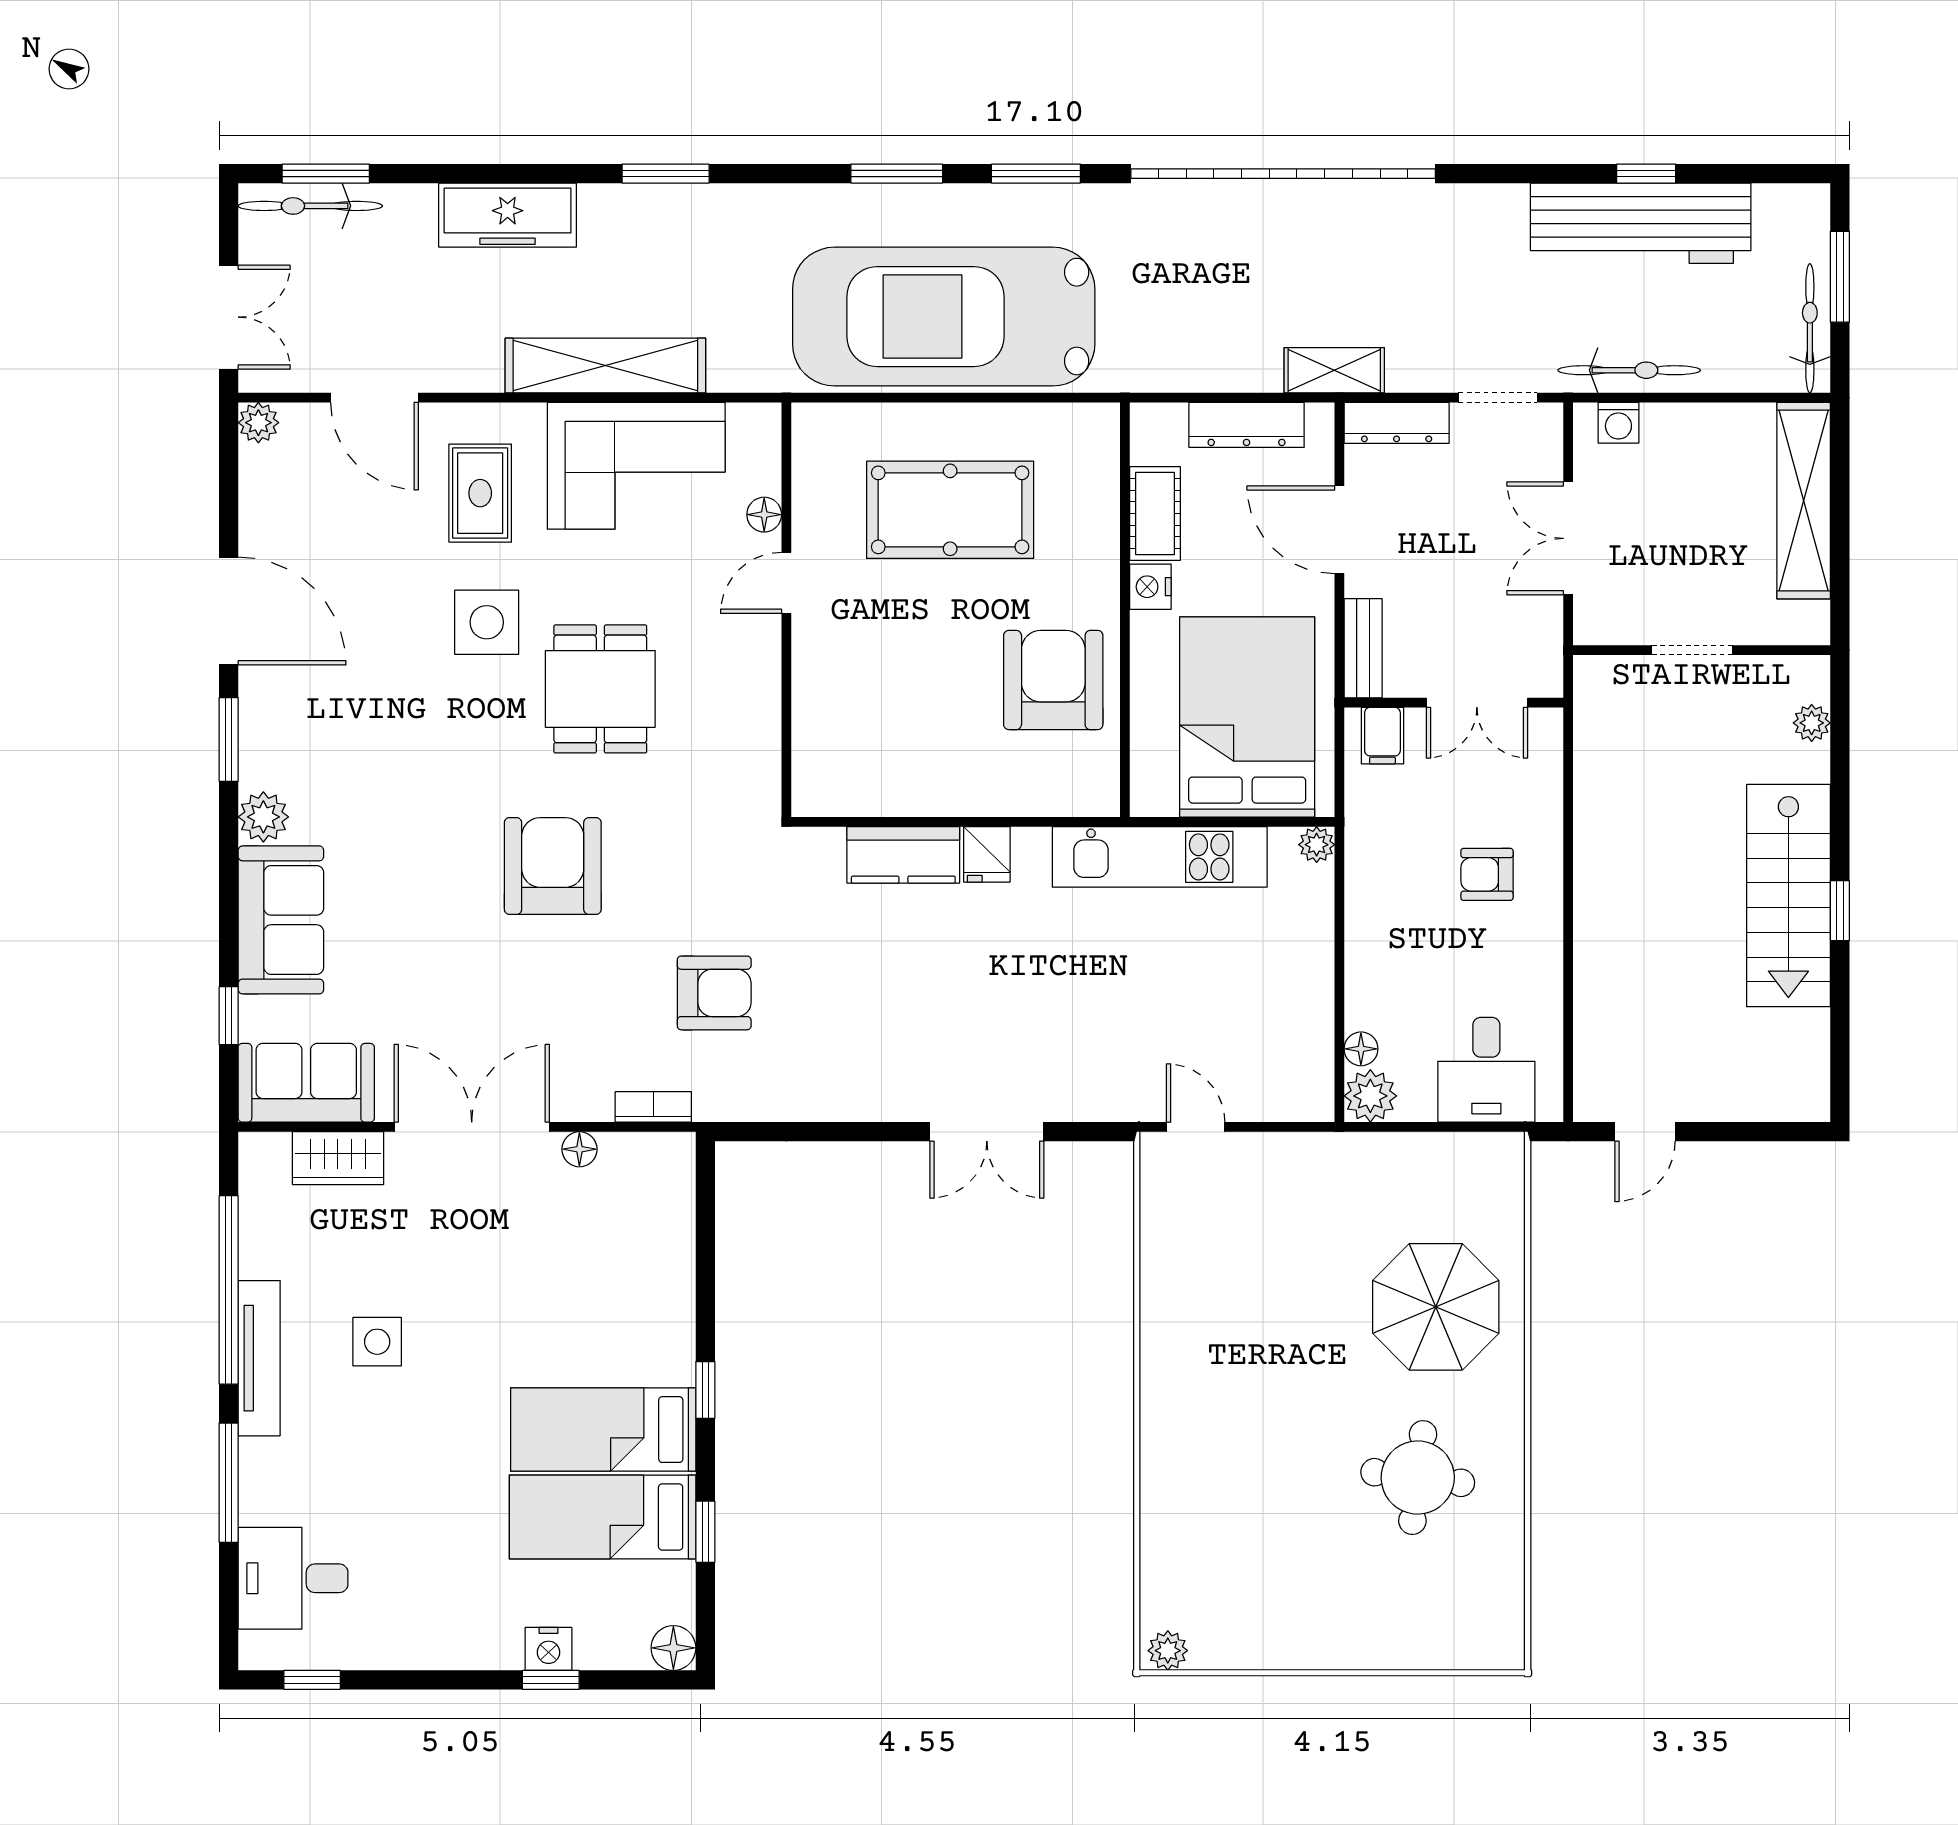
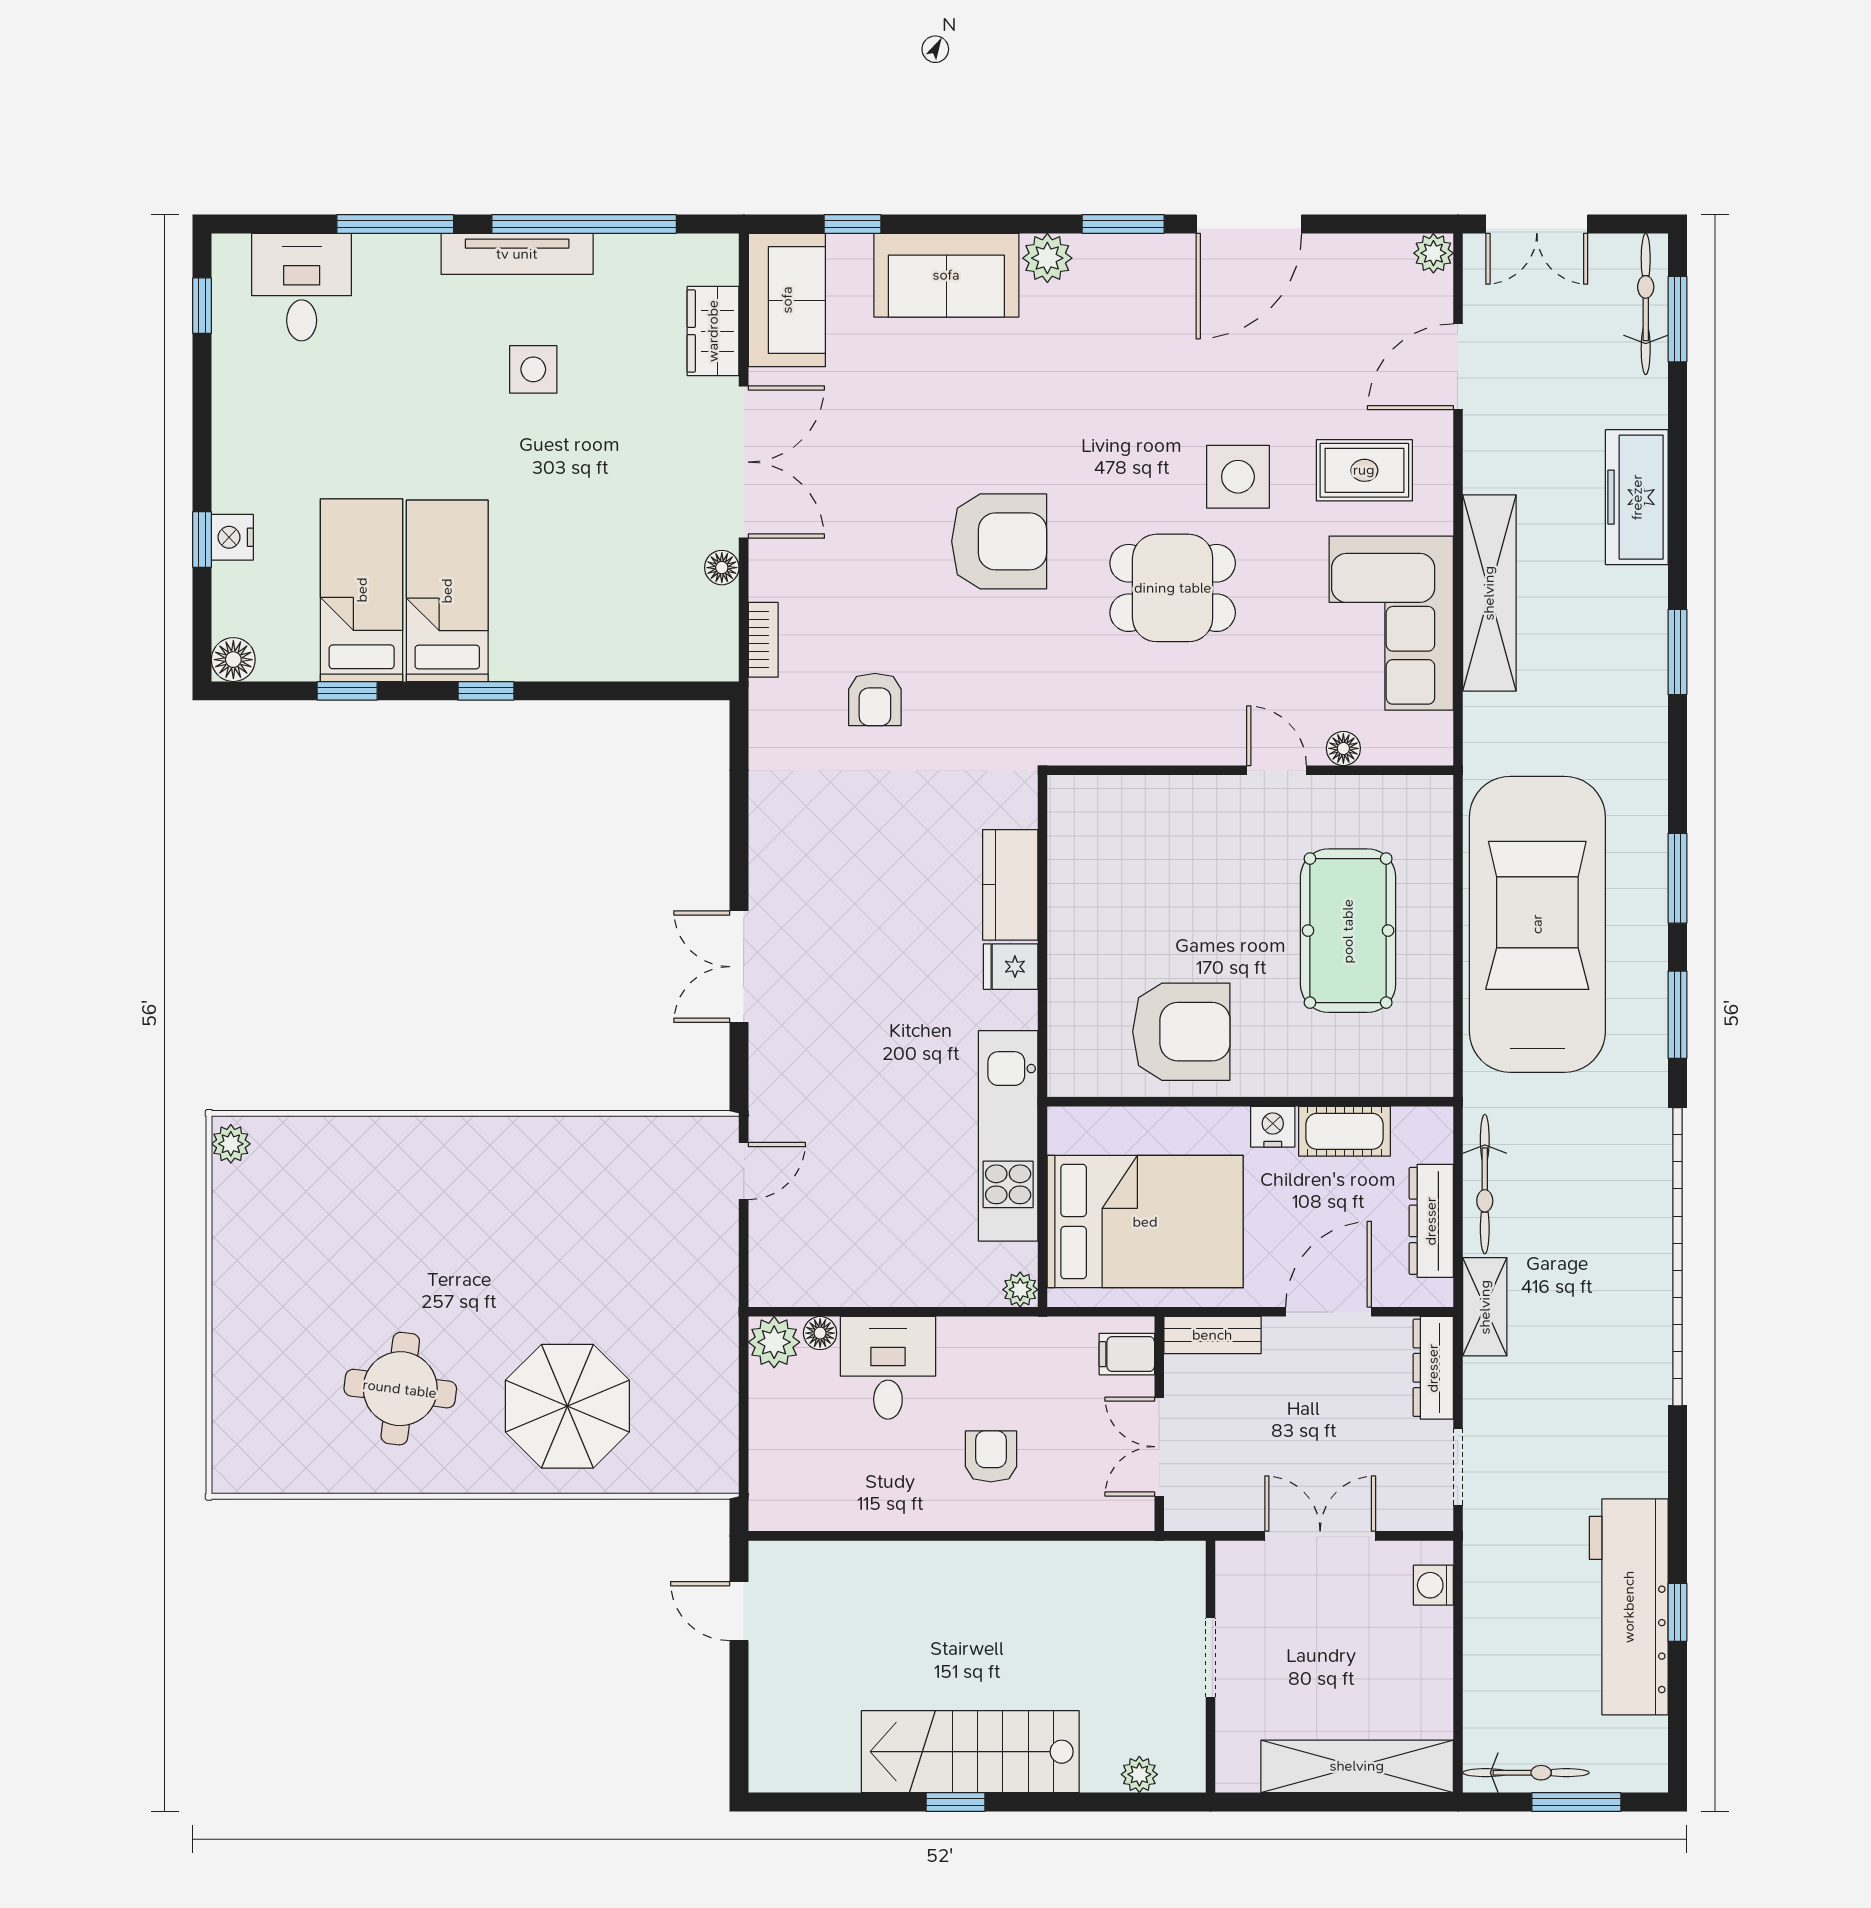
bicycle: (1629, 370) -> (1485, 1184), moved
armchair: (714, 993) -> (875, 700), width x0.72, depth x0.72
desk: (1486, 1070) -> (888, 1368), moved, turned 90

